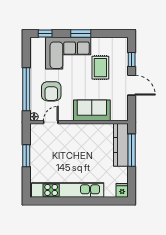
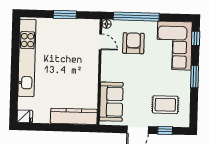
corner sofa: (68, 53) -> (174, 46), moved
rug: (100, 68) -> (165, 105), moved
armchair: (51, 91) -> (133, 43), turned 90
sofa: (92, 110) -> (111, 102), moved
window: (132, 150) -> (68, 128), removed

